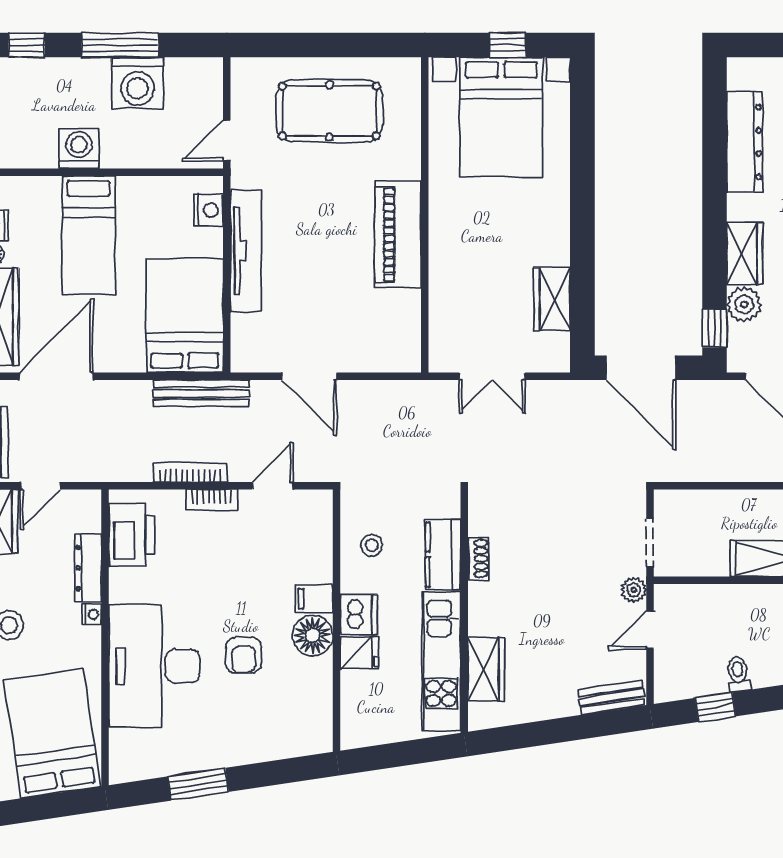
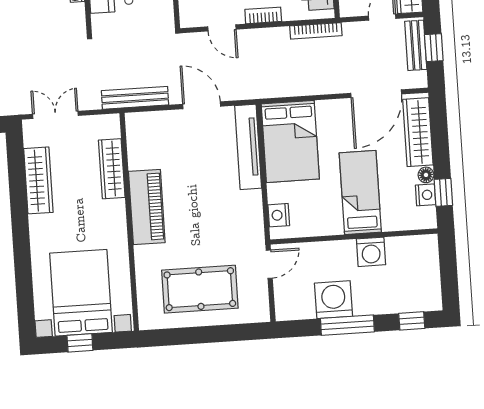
tv unit: (246, 251) -> (248, 147), moved
wardrobe: (445, 293) -> (112, 169), added
wardrobe: (552, 299) -> (38, 180), width x1.50
double door: (492, 376) -> (55, 115), moved
bench: (201, 393) -> (135, 98), moved
bookcase: (190, 473) -> (316, 31), moved
door: (272, 486) -> (222, 28), hinge flipped

